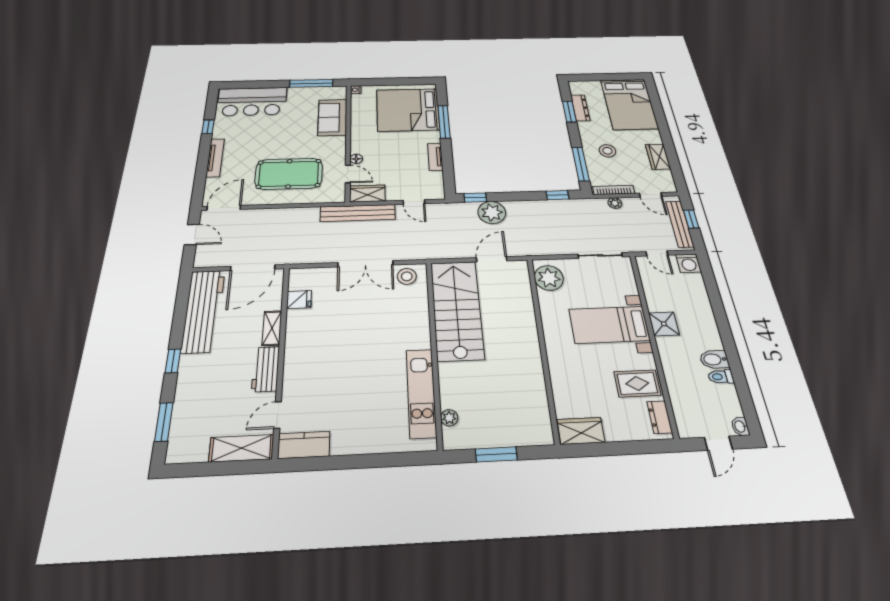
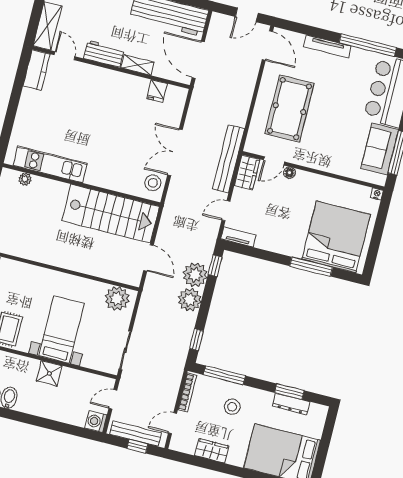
sofa: (332, 117) -> (380, 149), moved, turned -90
window: (208, 127) -> (368, 45), width x3.17
tv unit: (435, 157) -> (238, 237), moved
plant: (615, 203) -> (190, 300), moved, width x1.88, depth x1.88

